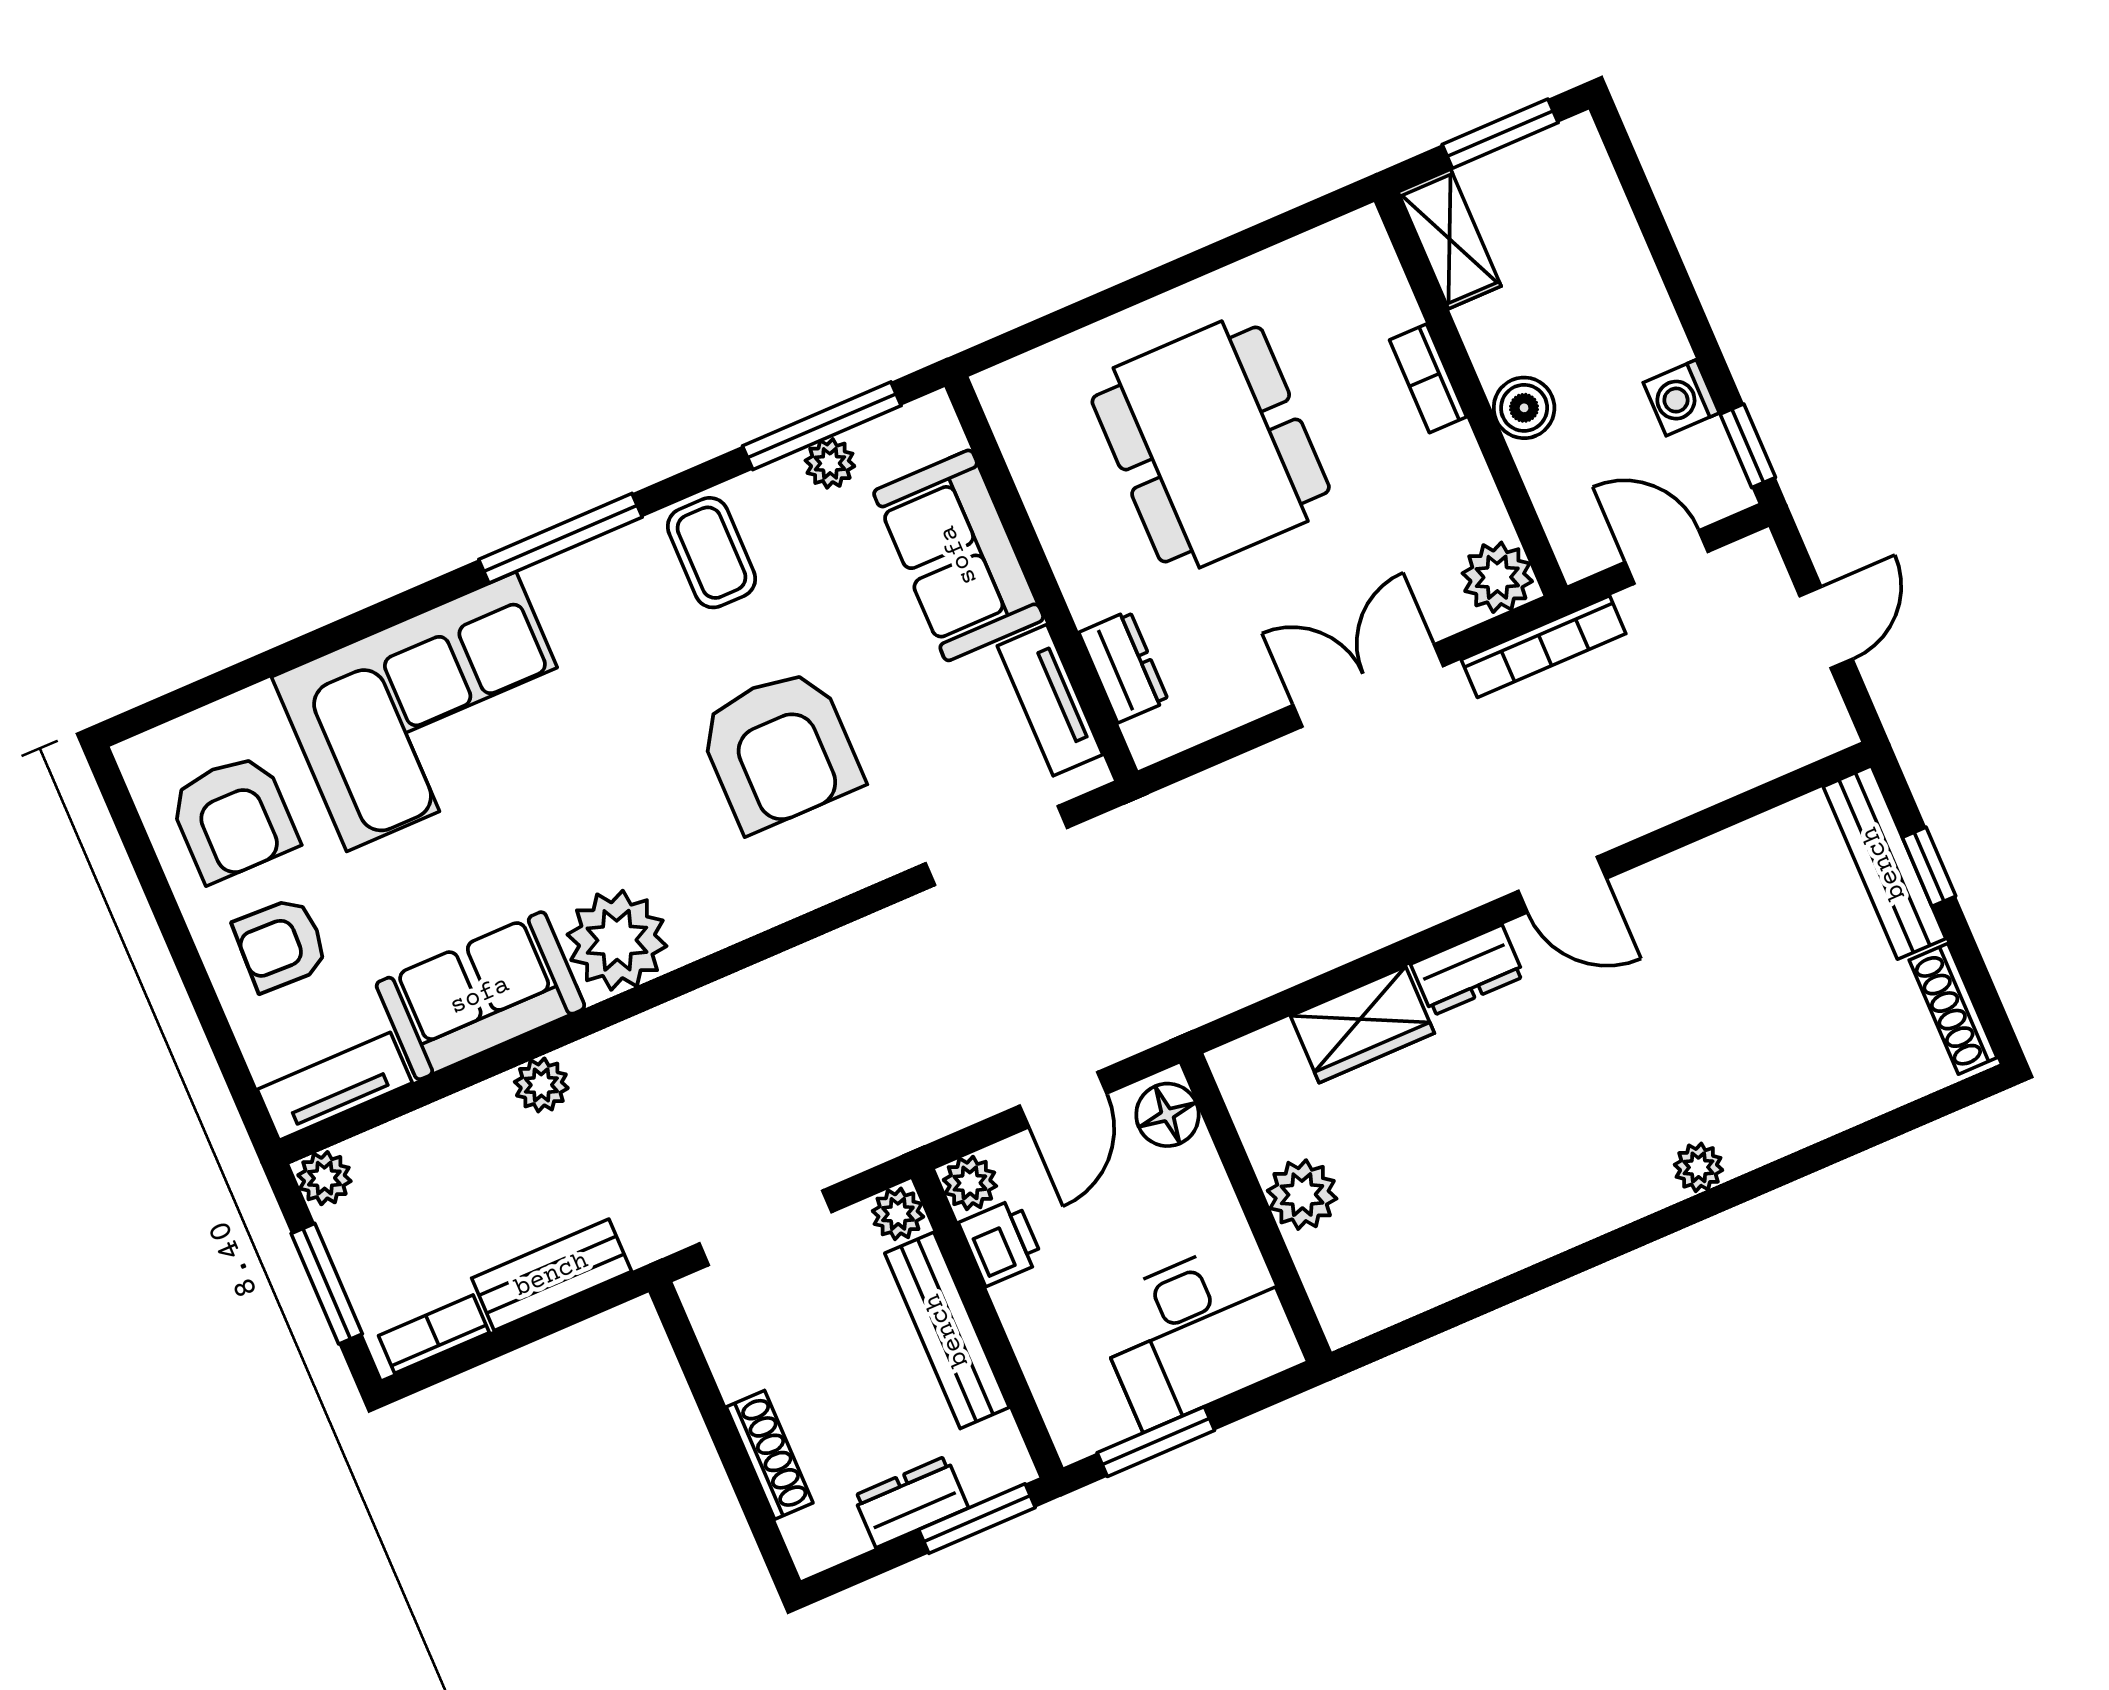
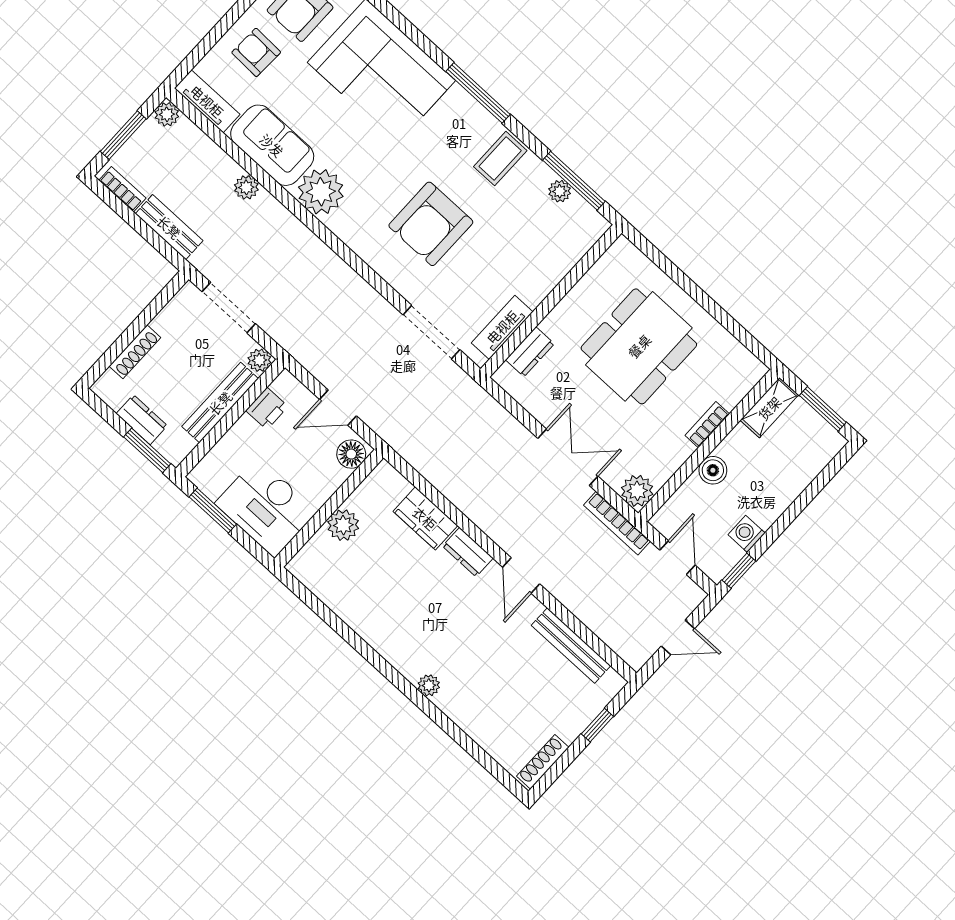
sofa: (959, 555) -> (545, 262), removed
bench: (1884, 863) -> (571, 646), moved, turned 90
plant: (970, 1183) -> (286, 384), removed

